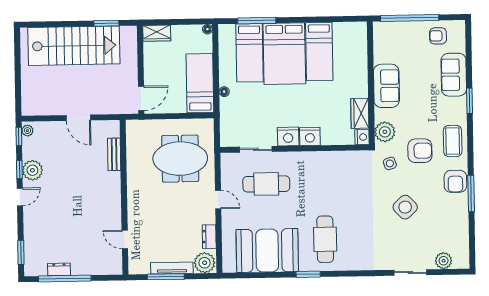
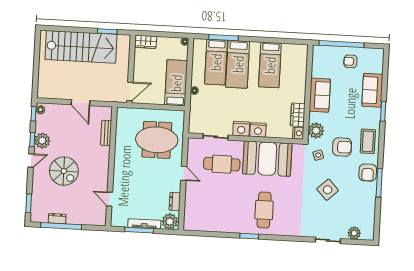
armchair: (438, 36) -> (350, 61), moved
bed: (284, 54) -> (238, 64), width x0.67
spiral stairs: (63, 208) -> (64, 171), added
booth: (267, 251) -> (267, 159), moved

